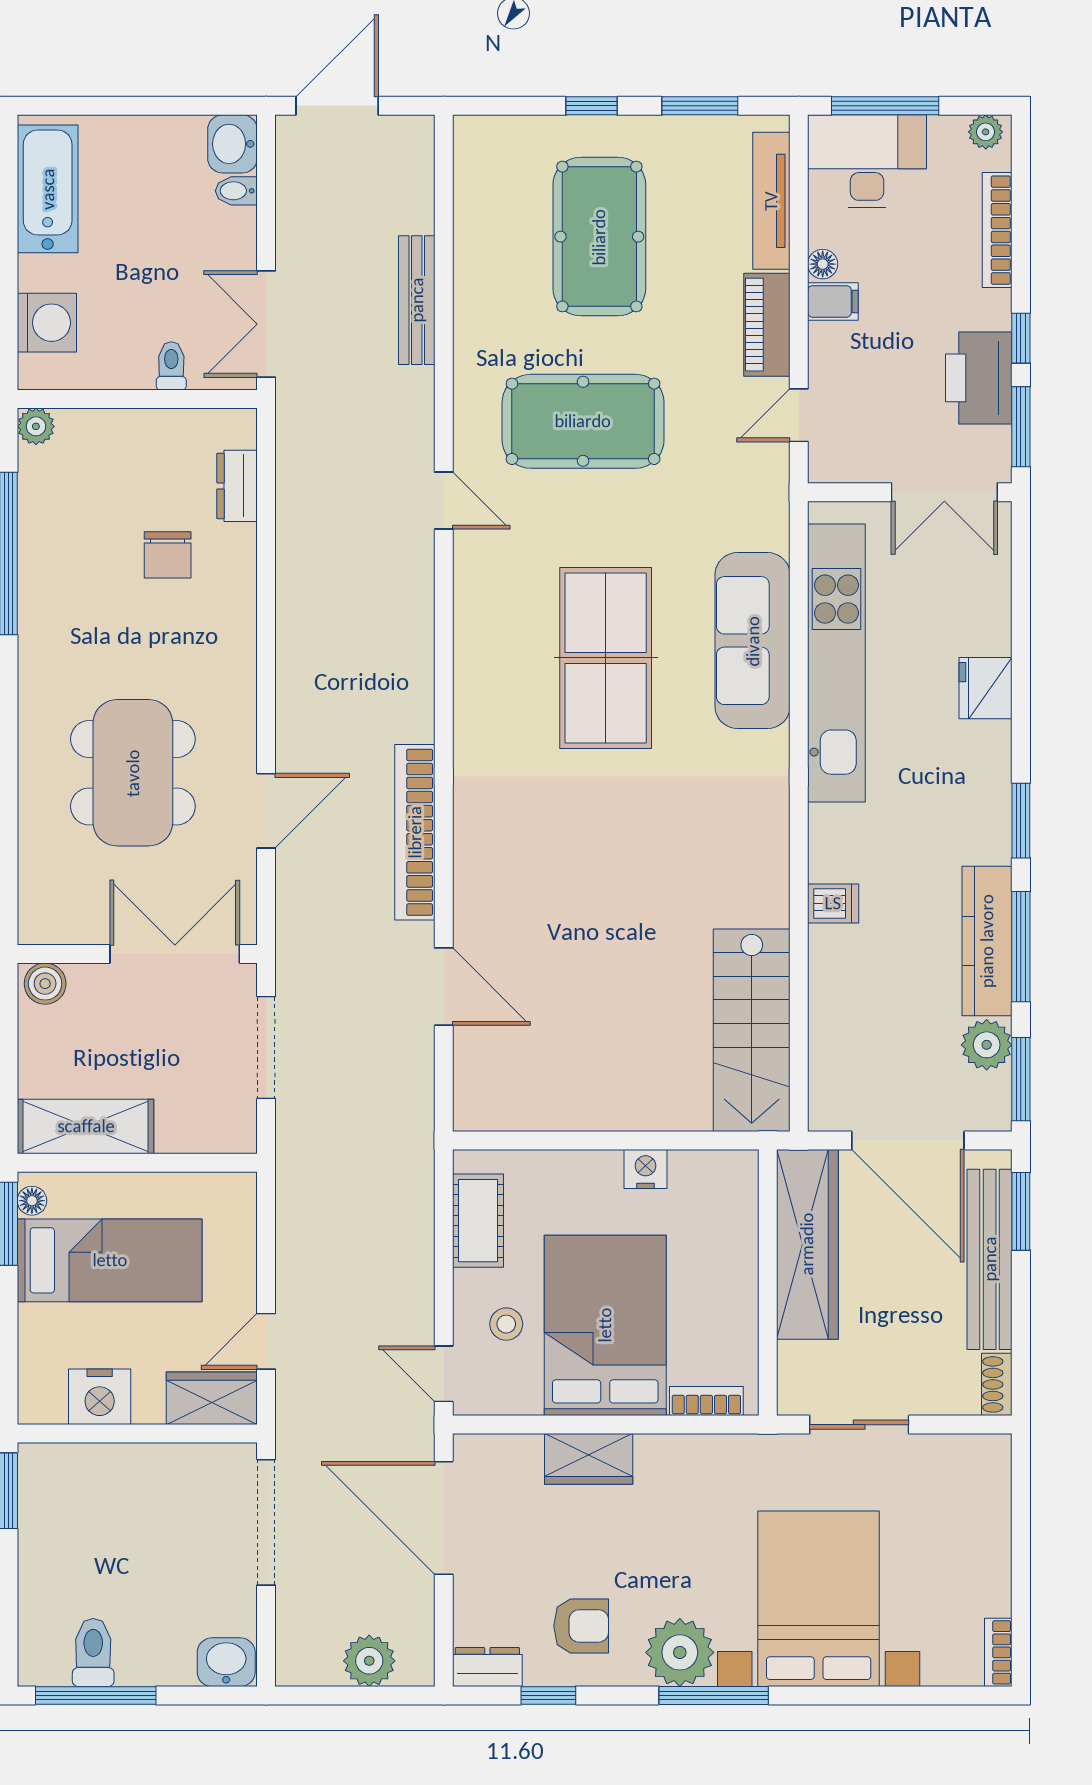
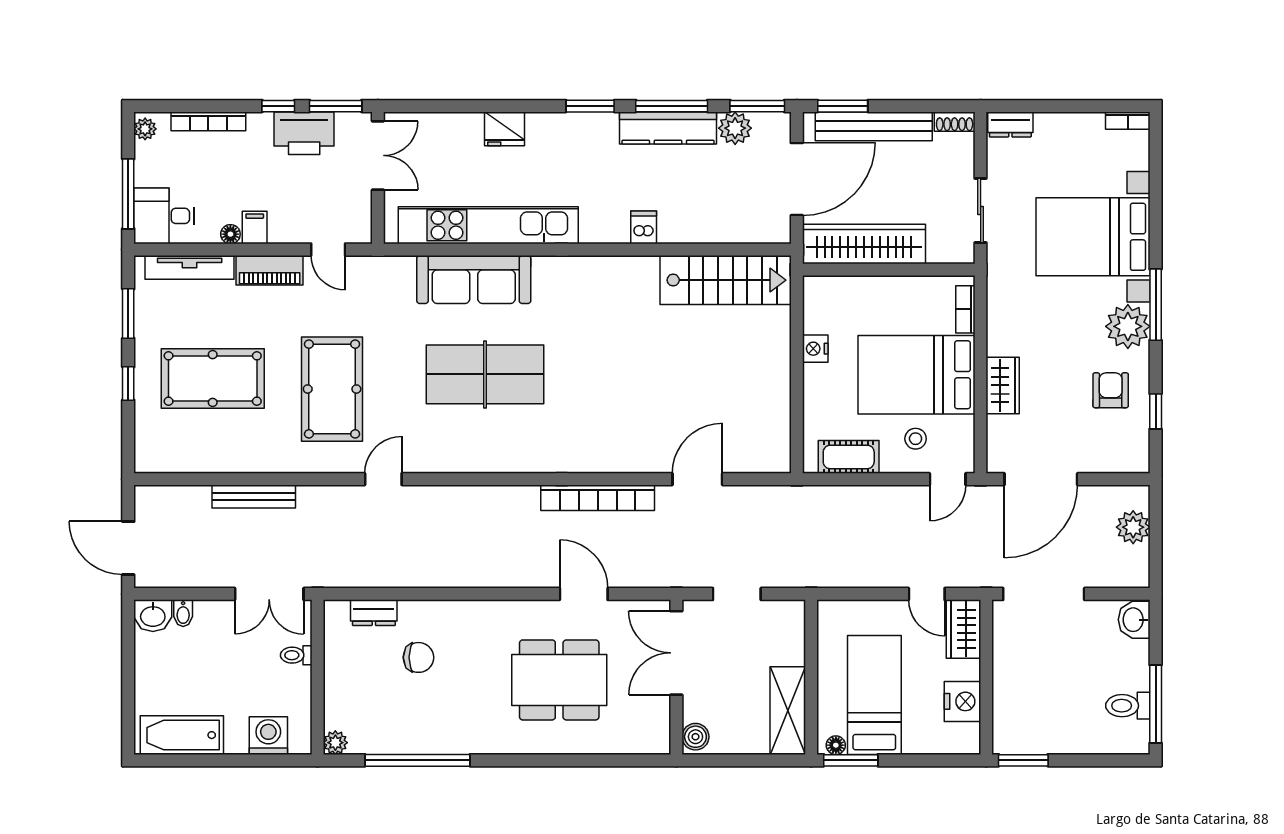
desk: (867, 161) -> (164, 216), width x0.73
doorway: (266, 1047) -> (737, 594), width x0.73
dresser: (487, 1667) -> (1010, 124), moved, turned -90

